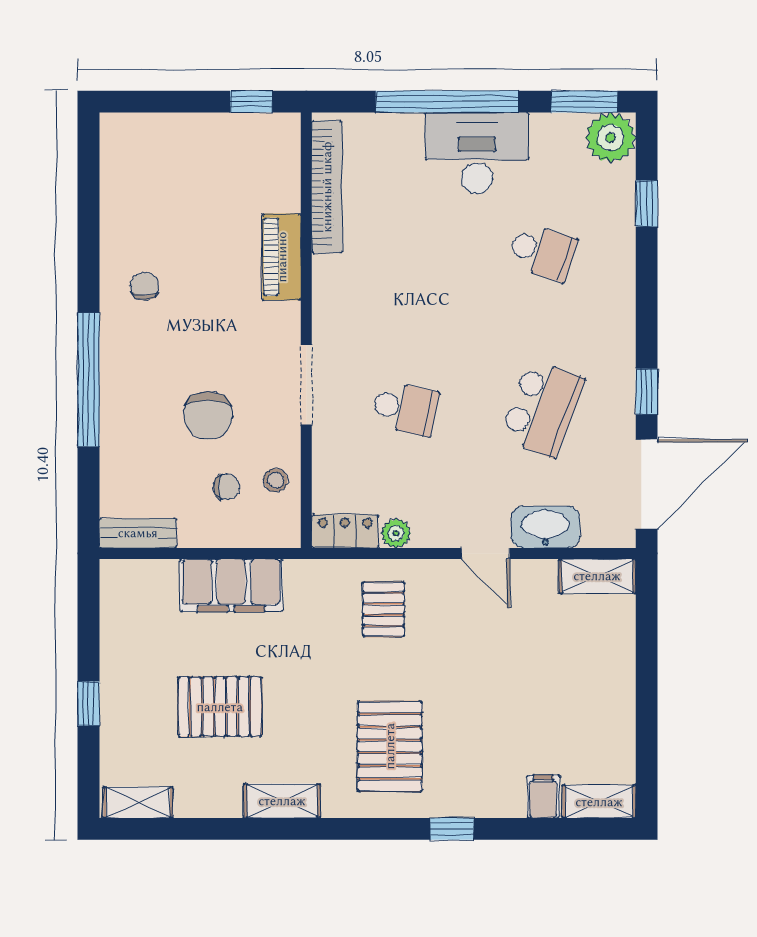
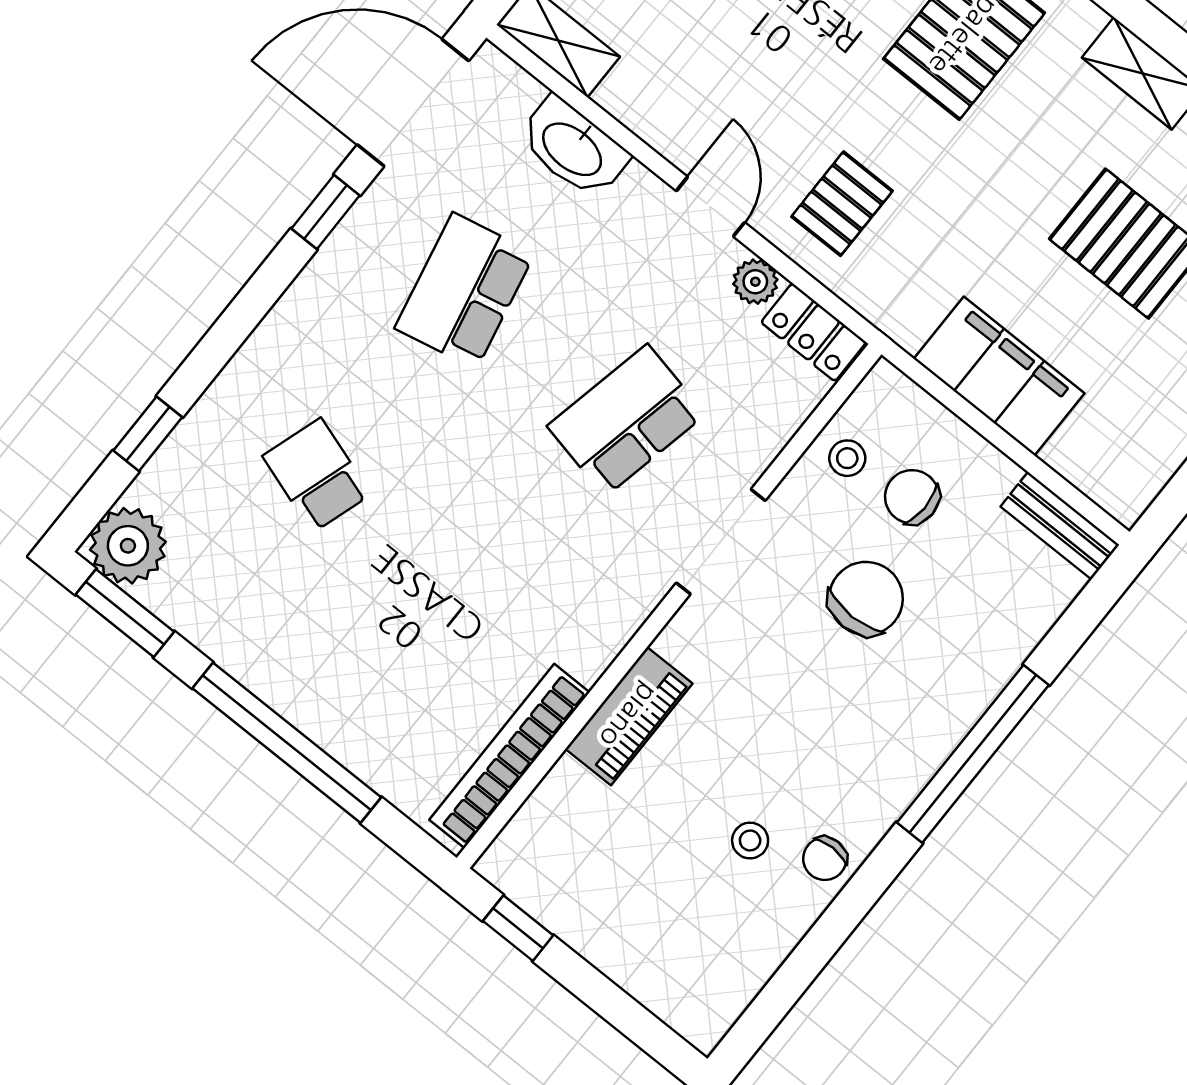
desk: (477, 153) -> (300, 654), removed
stool: (168, 243) -> (750, 841), added
chair: (145, 286) -> (825, 859), moved
school desk: (405, 408) -> (626, 420), width x1.85
school desk: (542, 408) -> (465, 291), turned -33
chair: (226, 487) -> (912, 497), width x1.37, depth x1.37
door: (486, 553) -> (710, 207), moved

